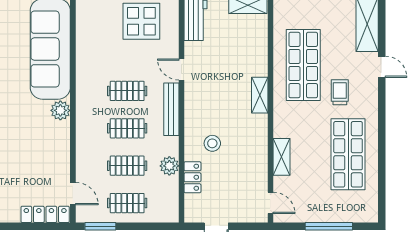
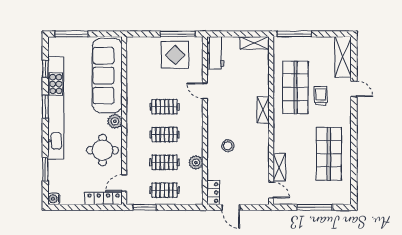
trolley: (340, 92) -> (321, 96), moved
bench: (171, 109) -> (197, 120), removed
round table: (44, 149) -> (102, 150), added
shelving: (281, 157) -> (279, 167), moved
locker: (192, 177) -> (213, 192), moved
door: (73, 194) -> (124, 183), swing flipped

